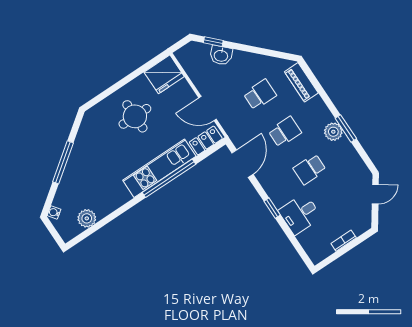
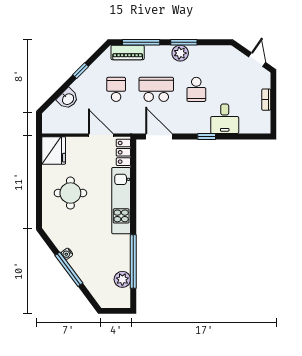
window: (213, 42) -> (81, 71), moved
window: (319, 89) -> (141, 42), added
door: (208, 109) -> (101, 135), swing flipped
school desk: (285, 132) -> (156, 89), width x1.85
window: (169, 178) -> (133, 261), moved
door: (375, 194) -> (257, 60), moved
water cooler: (54, 212) -> (67, 254), moved

